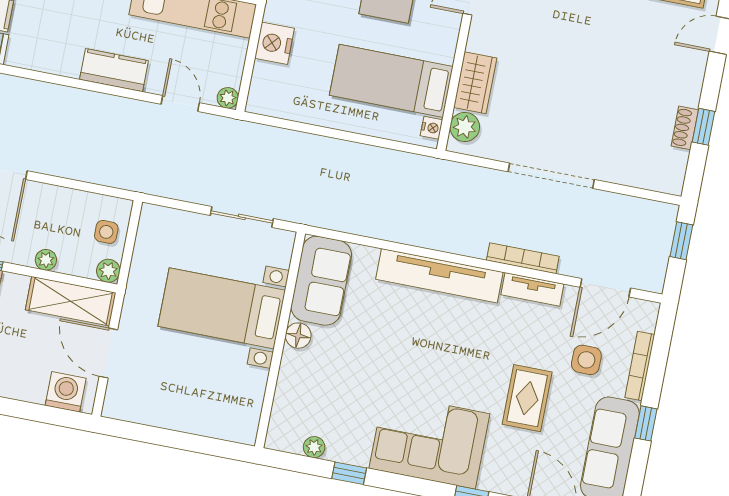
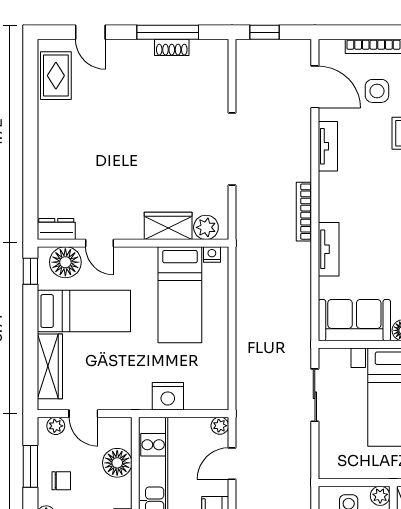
window: (704, 127) -> (168, 32), width x2.17
bookcase: (523, 258) -> (304, 212), moved
tv unit: (439, 276) -> (329, 249), width x0.52, depth x0.78

